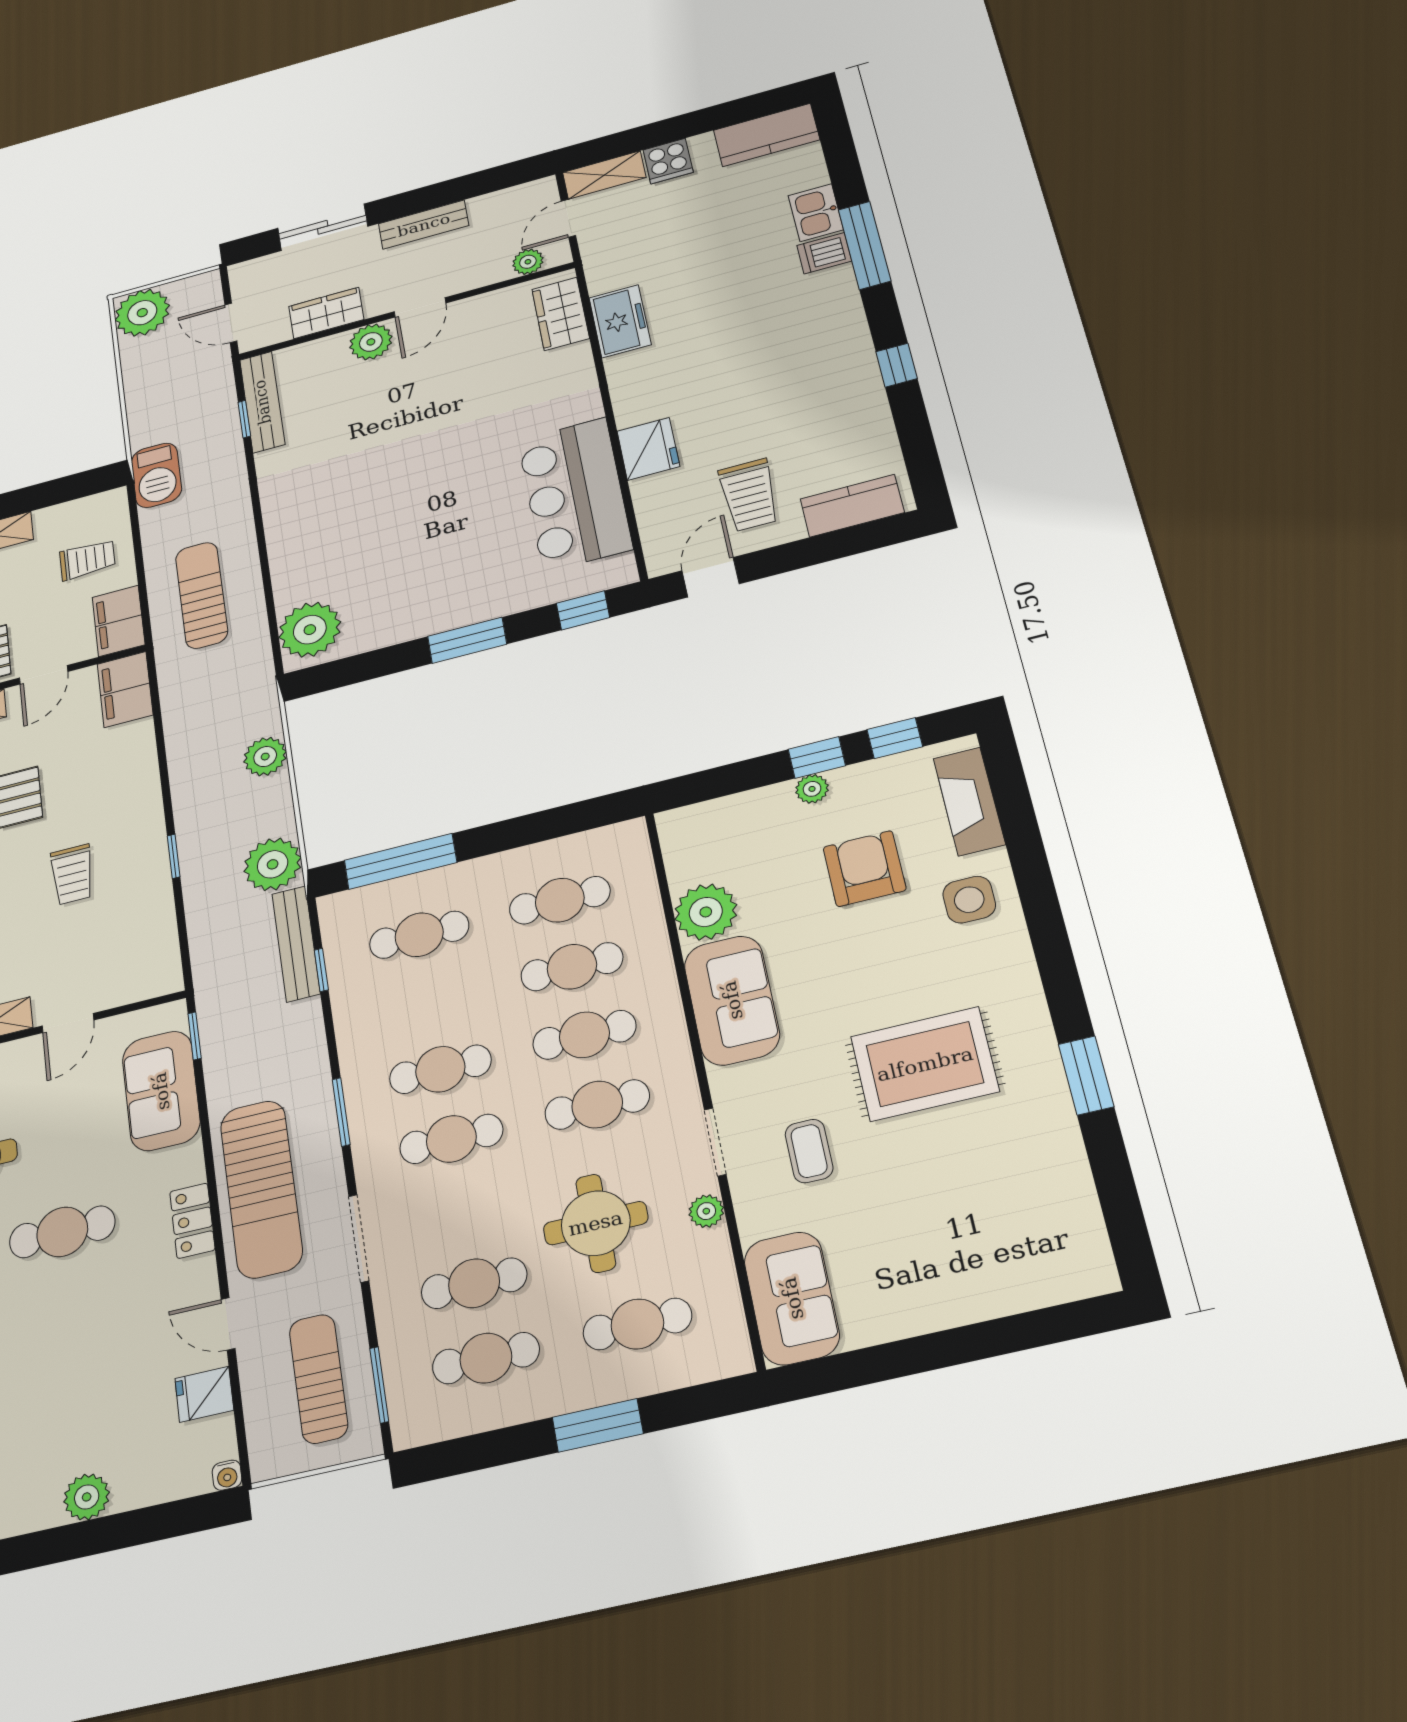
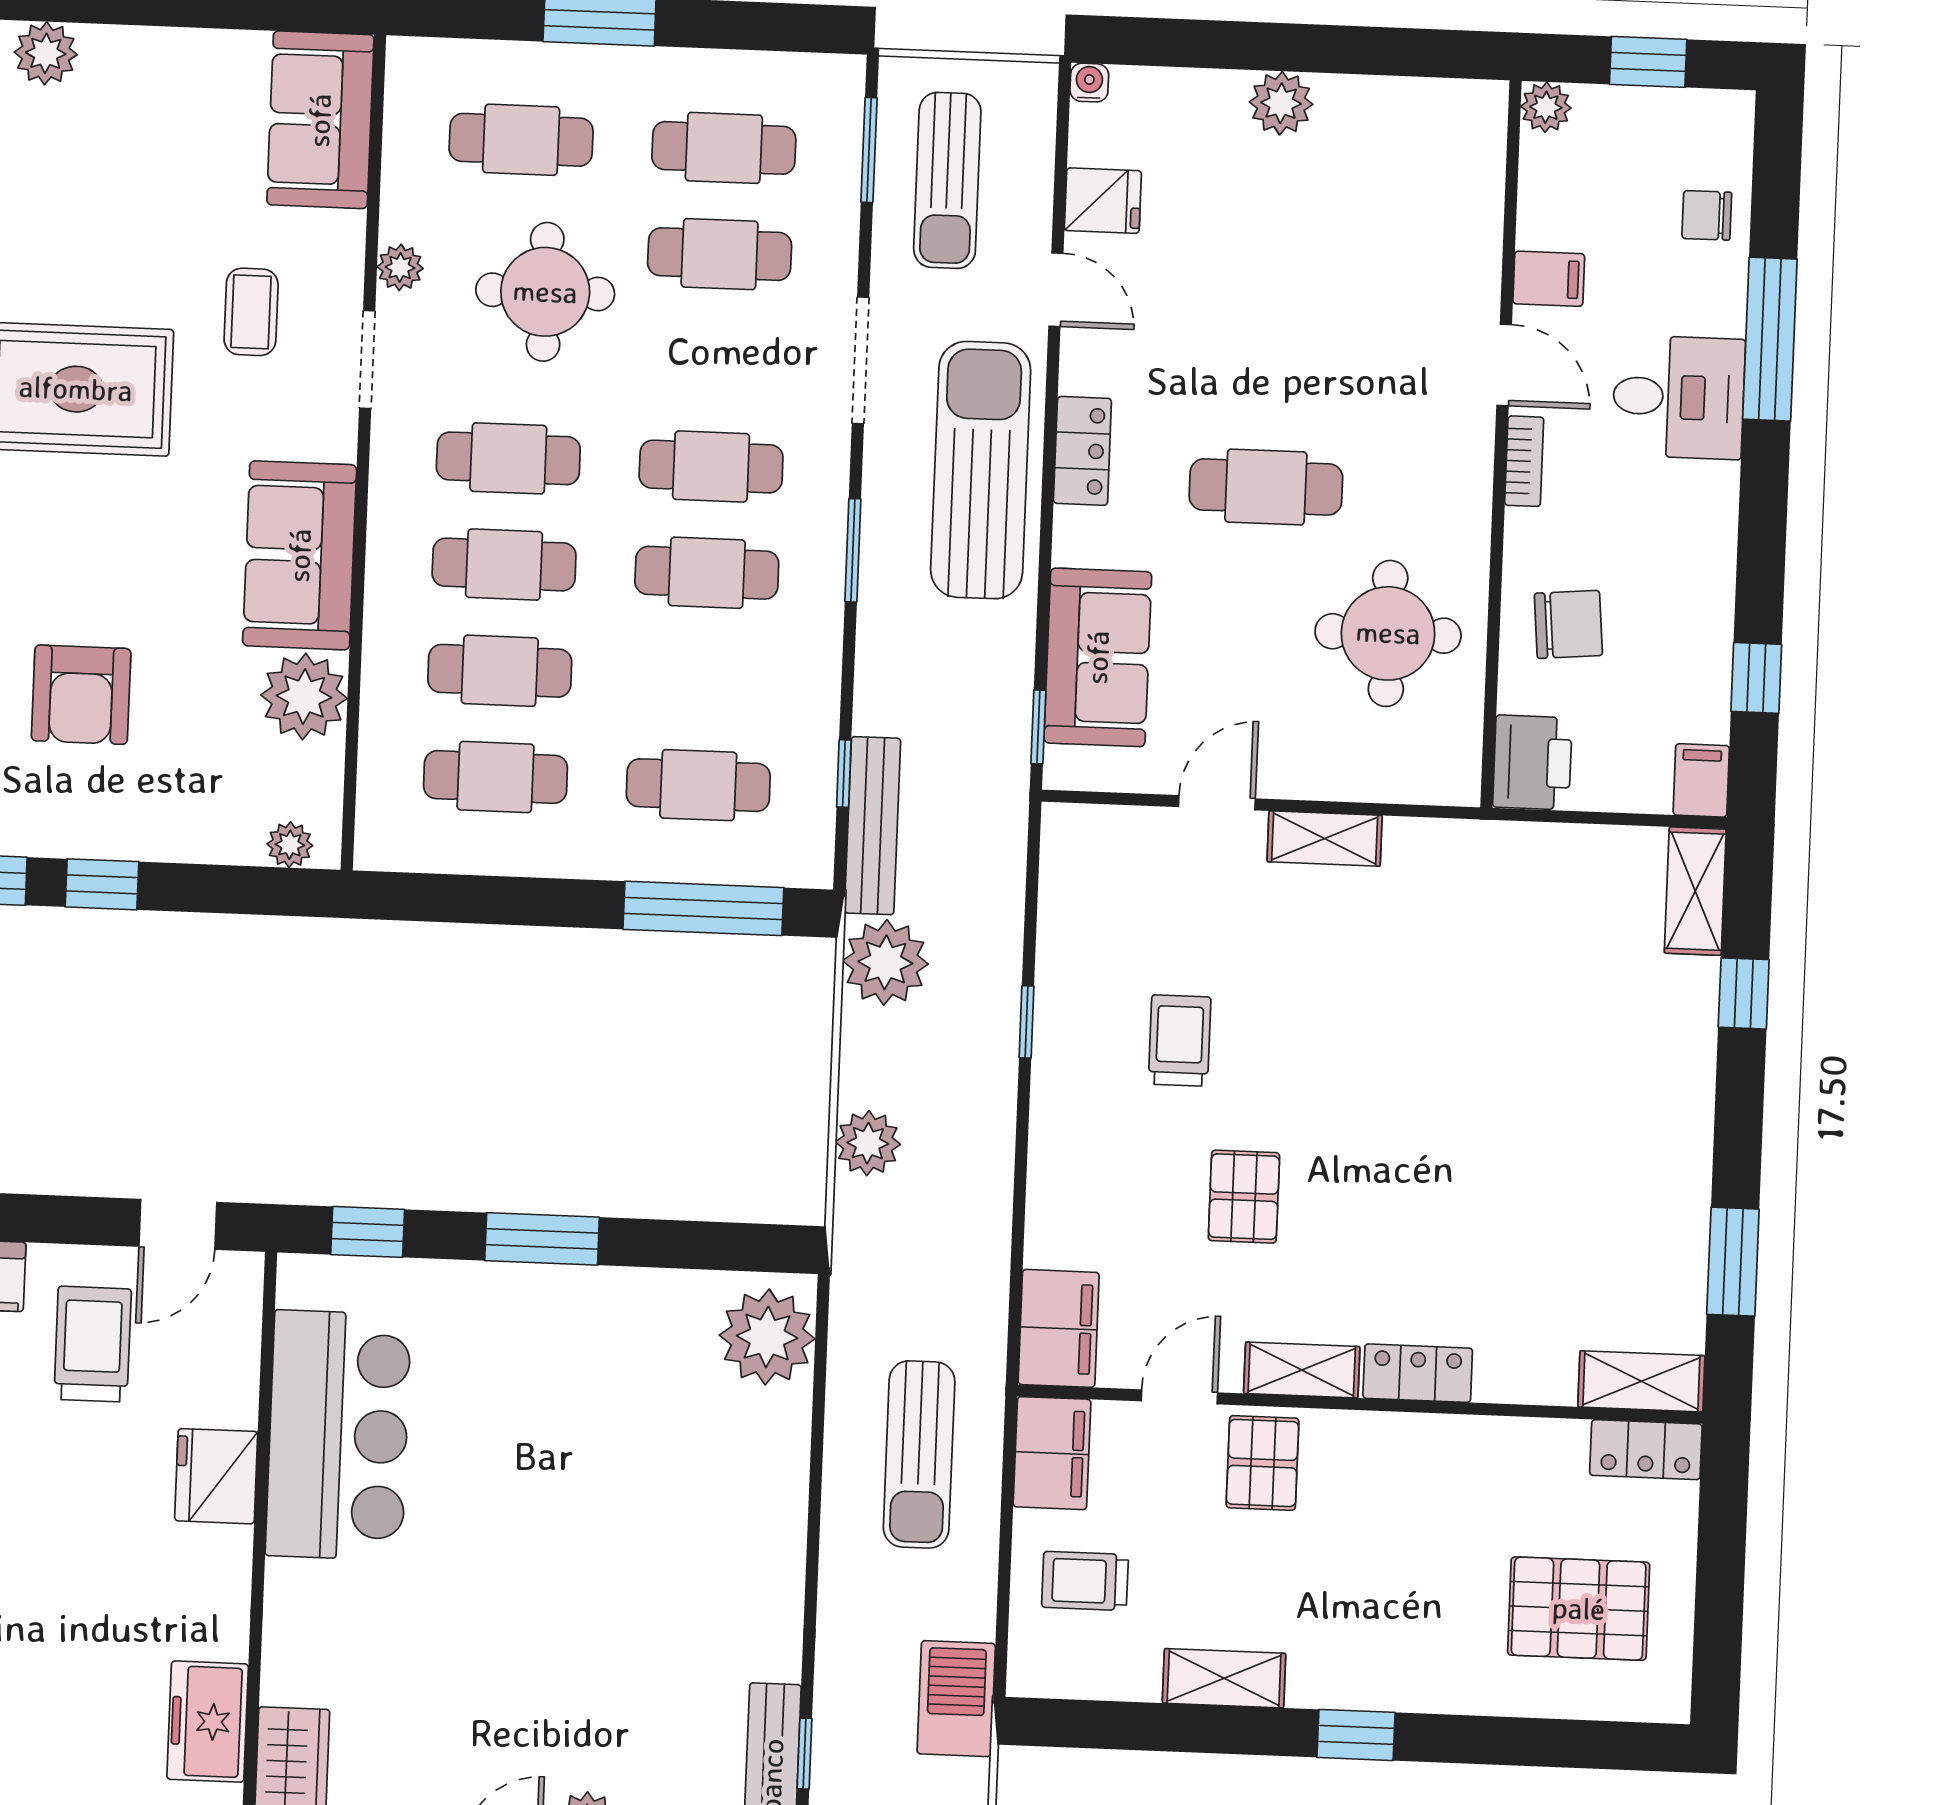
plant: (812, 789) -> (290, 845), moved
plant: (1015, 1290) -> (46, 53), added

